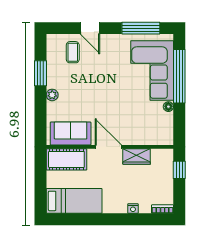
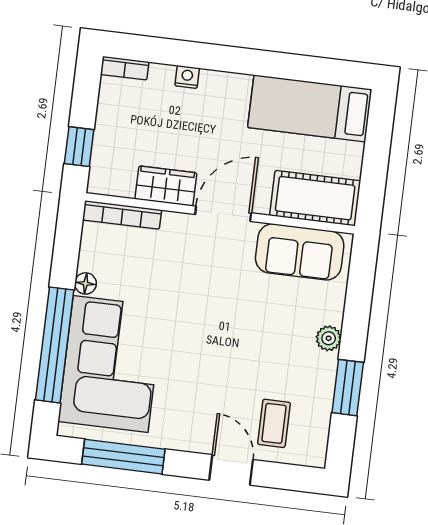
bookcase: (155, 141) -> (122, 215), added
door: (108, 147) -> (223, 214), swing flipped

